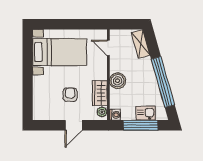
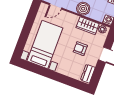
dresser: (44, 114) -> (88, 74), added

